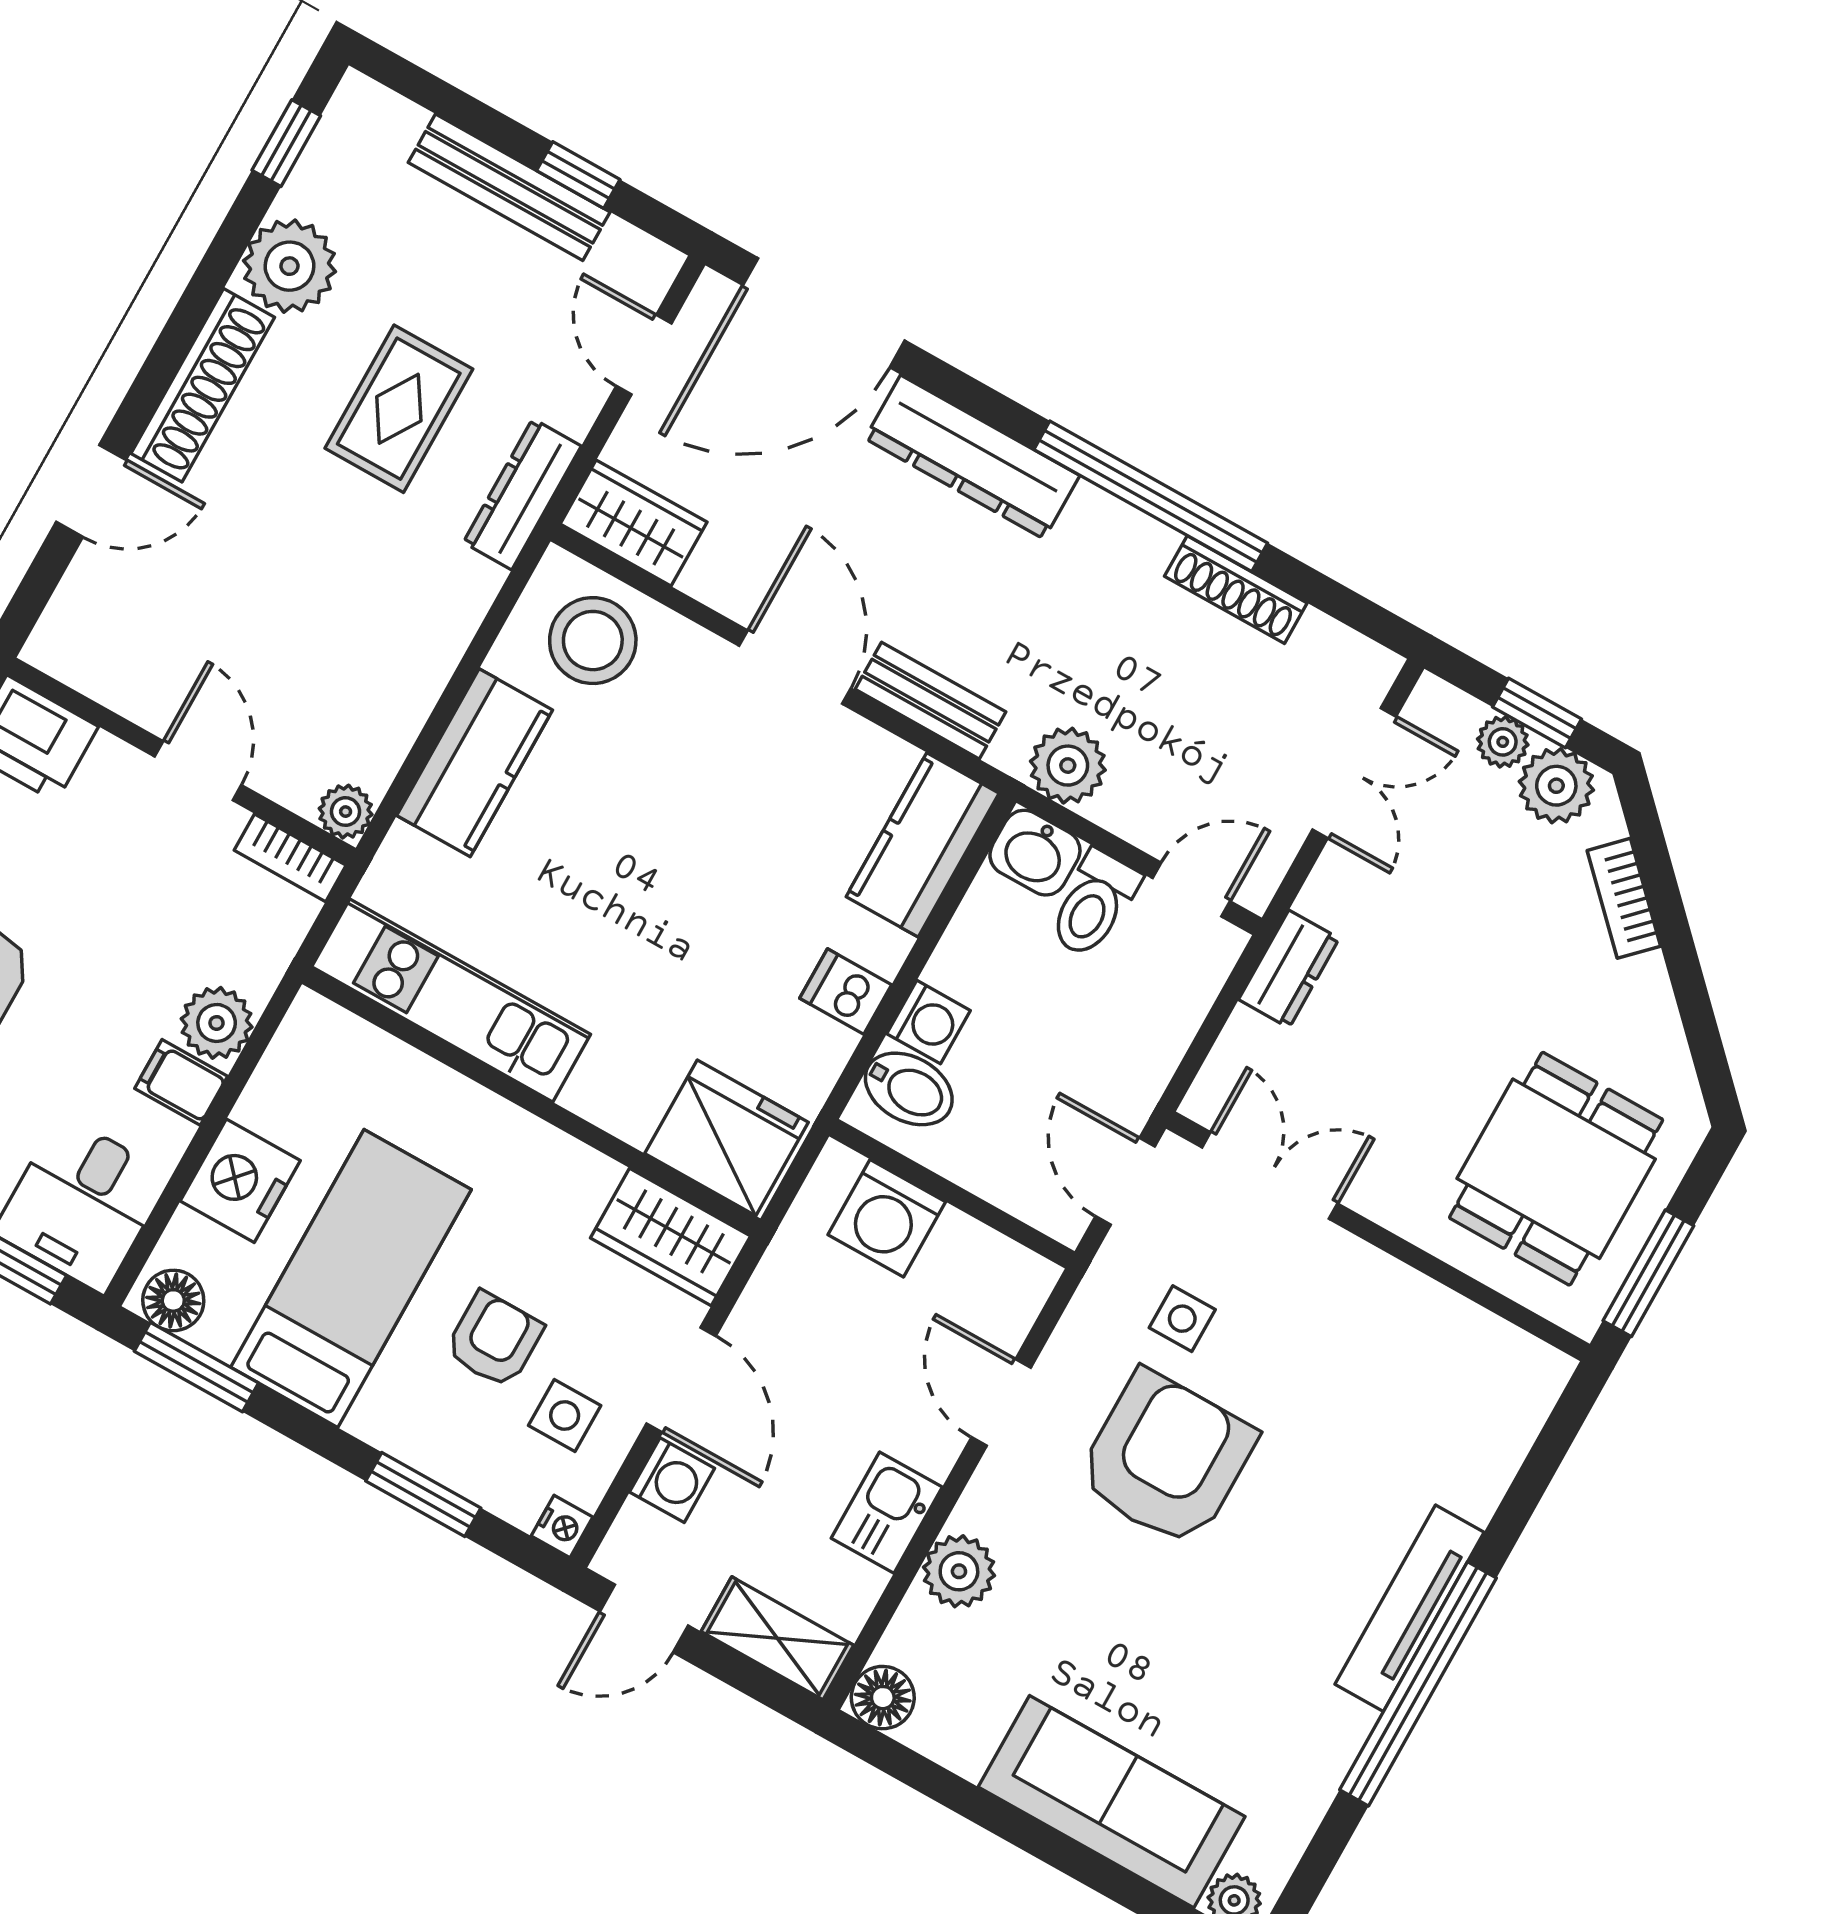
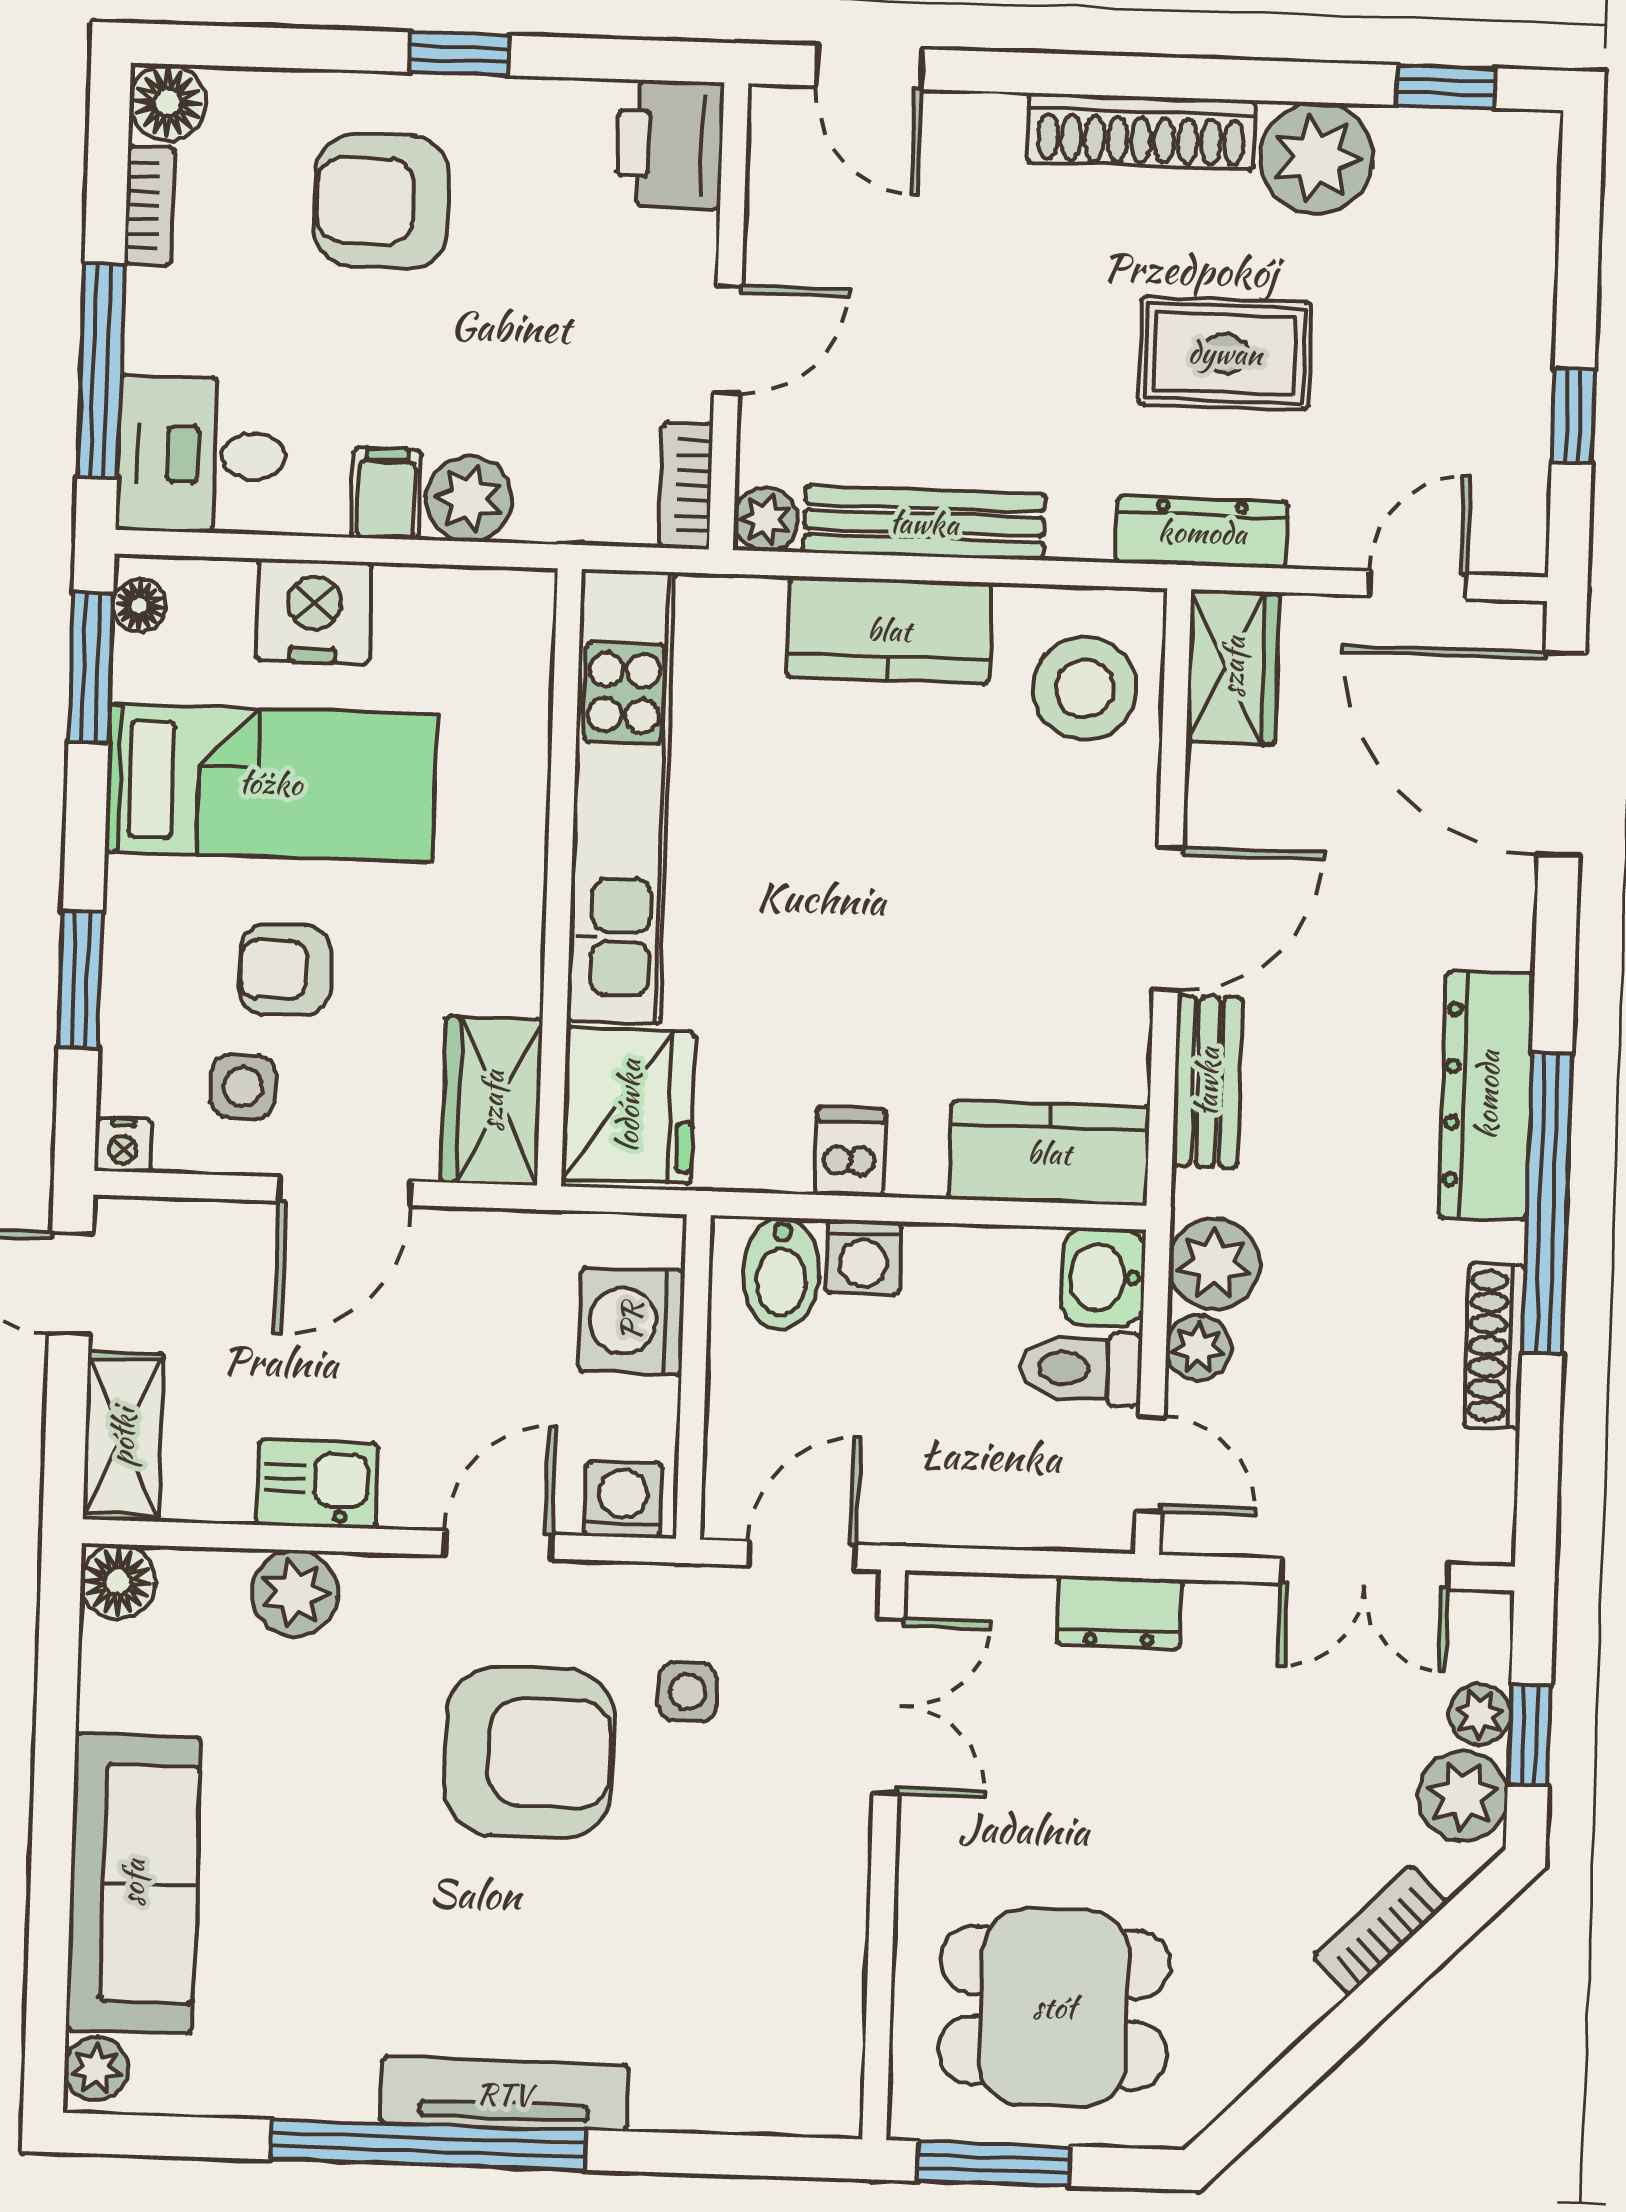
bench: (509, 187) -> (924, 523), moved, turned 90
dresser: (972, 457) -> (1487, 1095), moved
door: (91, 491) -> (869, 67), moved
plant: (1124, 809) -> (1198, 1348), added
kitchen unit: (451, 1000) -> (621, 797), width x1.36
floor lamp: (173, 1300) -> (139, 605), width x0.73, depth x0.73
armchair: (494, 1340) -> (285, 970), turned 180
washing machine: (672, 1480) -> (623, 1500), moved, turned 180

